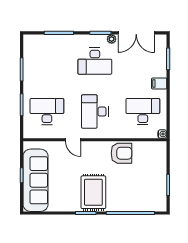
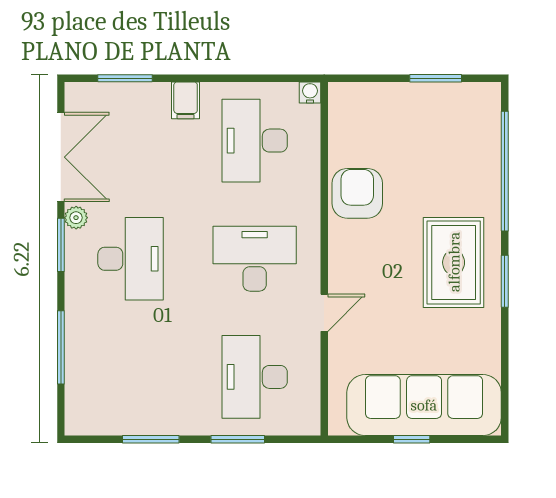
desk: (95, 112) -> (255, 259), turned 180
rug: (93, 192) -> (454, 262), turned 90

